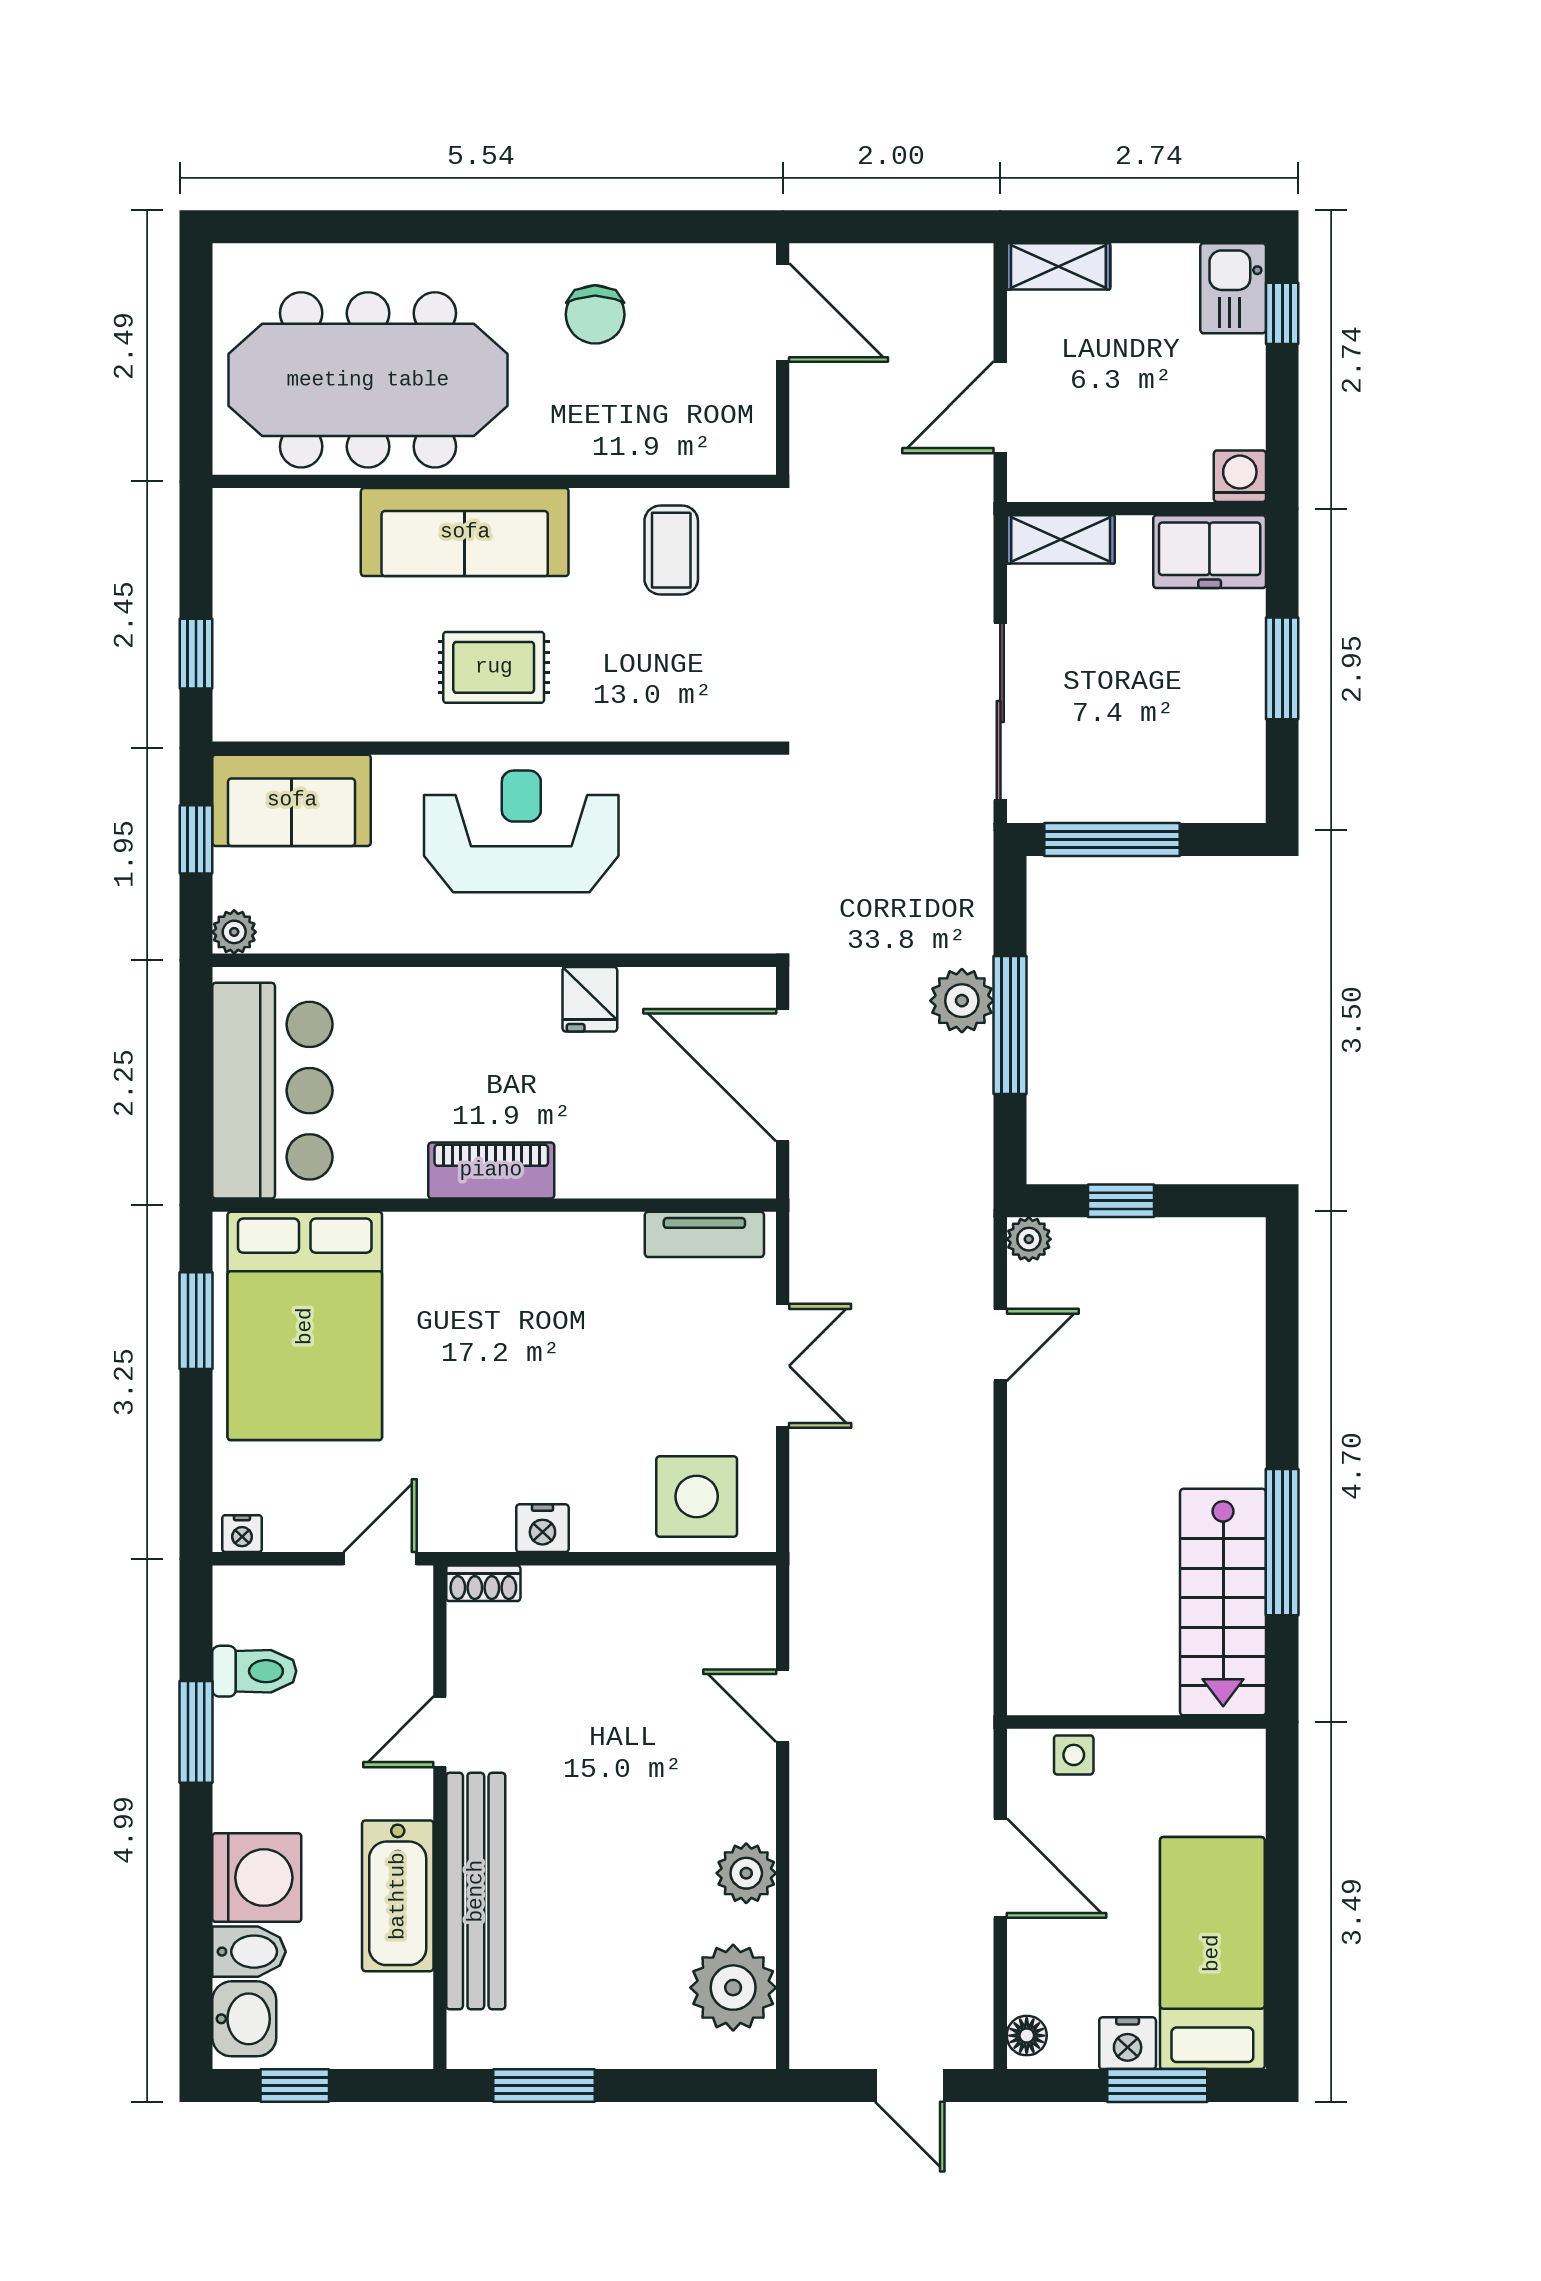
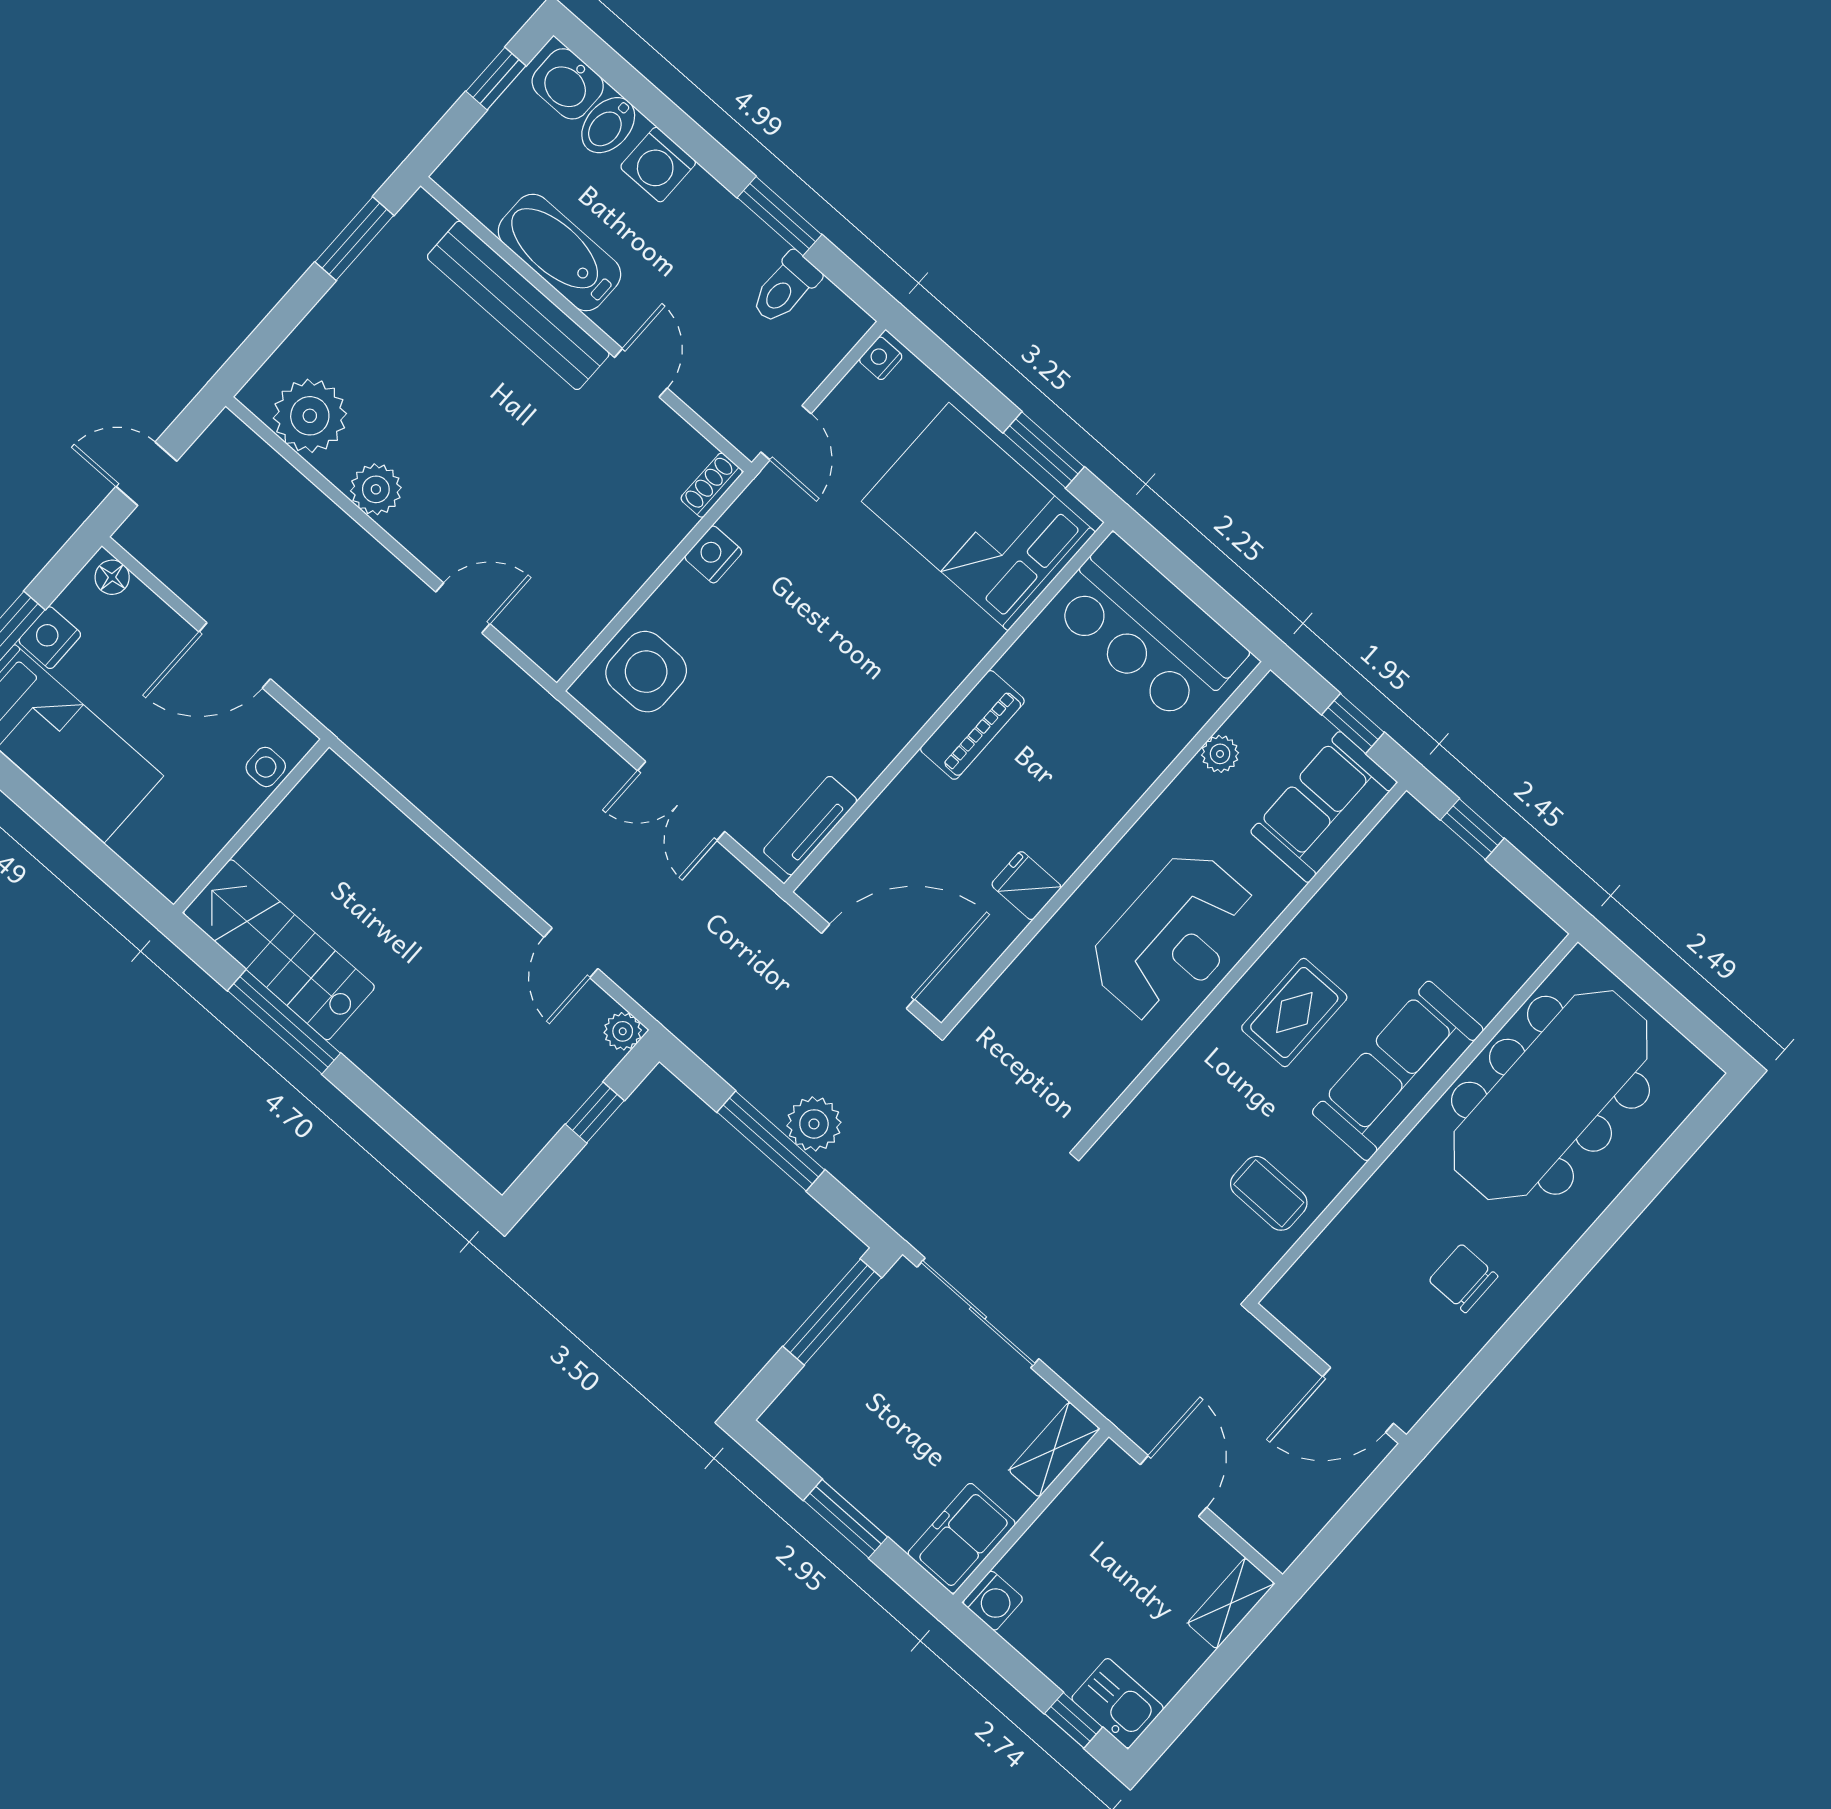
plant: (234, 932) -> (1220, 754), moved
washing machine: (257, 1878) -> (658, 165), width x0.73, depth x0.73

